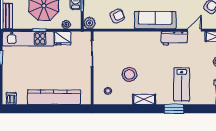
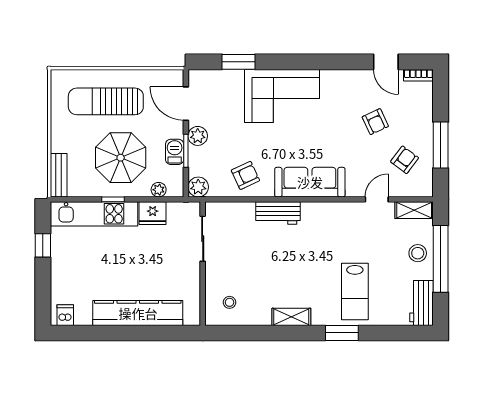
workbench: (174, 38) -> (278, 213), moved
stool: (129, 74) -> (266, 275), removed

